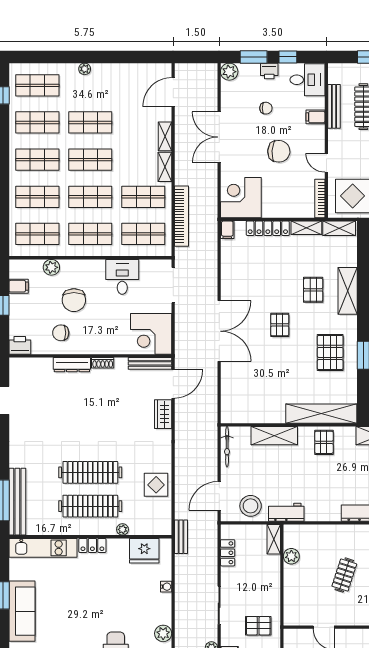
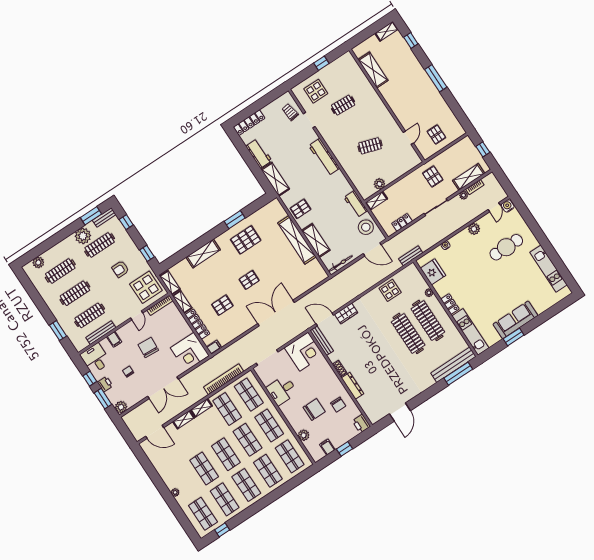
pallet: (313, 290) -> (222, 305), moved
shelving: (321, 414) -> (297, 240), moved

